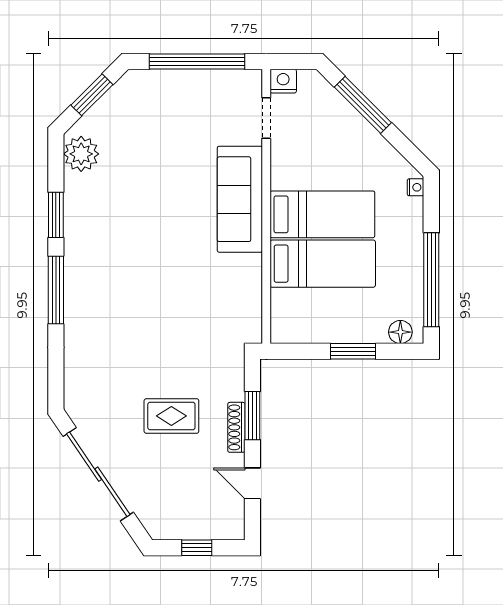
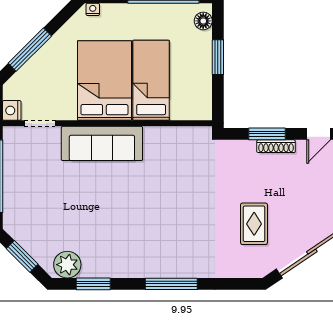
bed: (322, 214) -> (104, 81), width x1.50
window: (56, 215) -> (93, 284), moved
rug: (171, 416) -> (254, 224), moved

